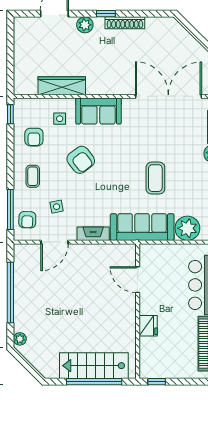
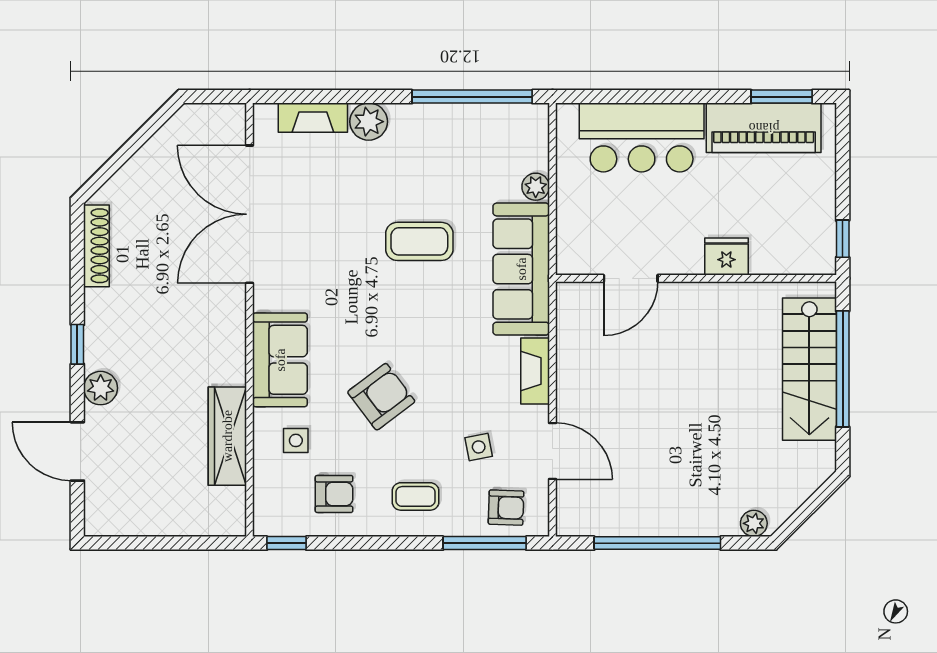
shoe rack: (125, 23) -> (96, 246), moved
plant: (187, 228) -> (536, 187), width x0.53, depth x0.53

